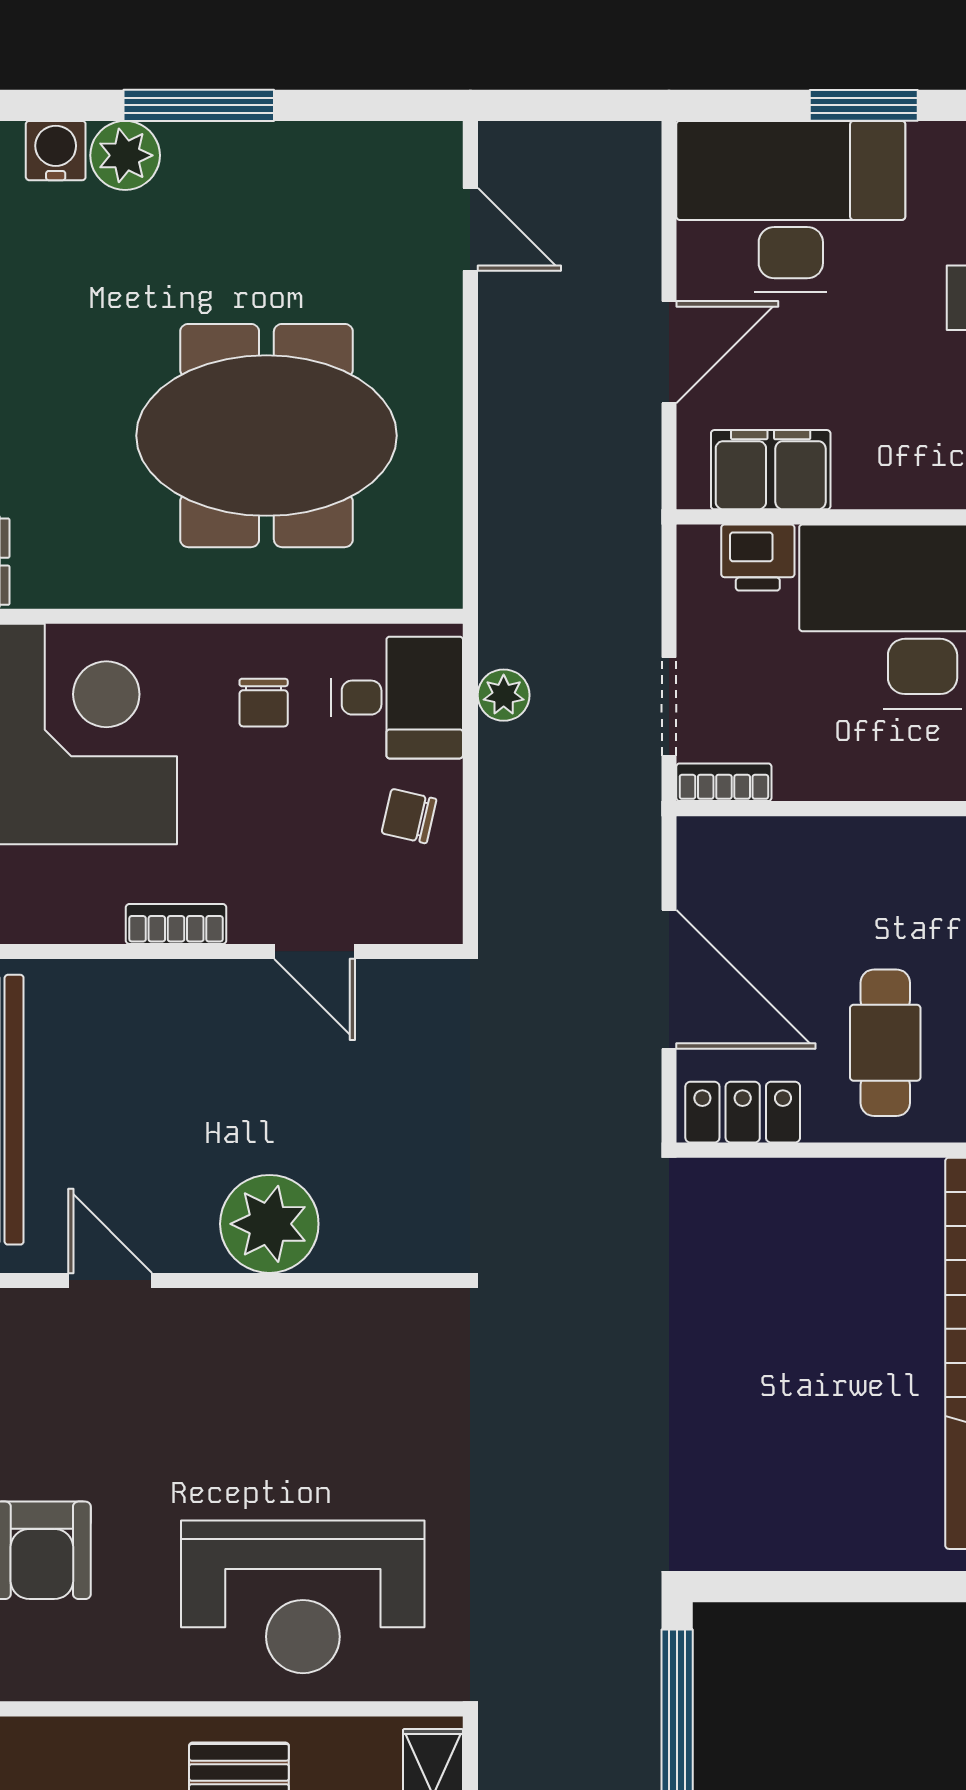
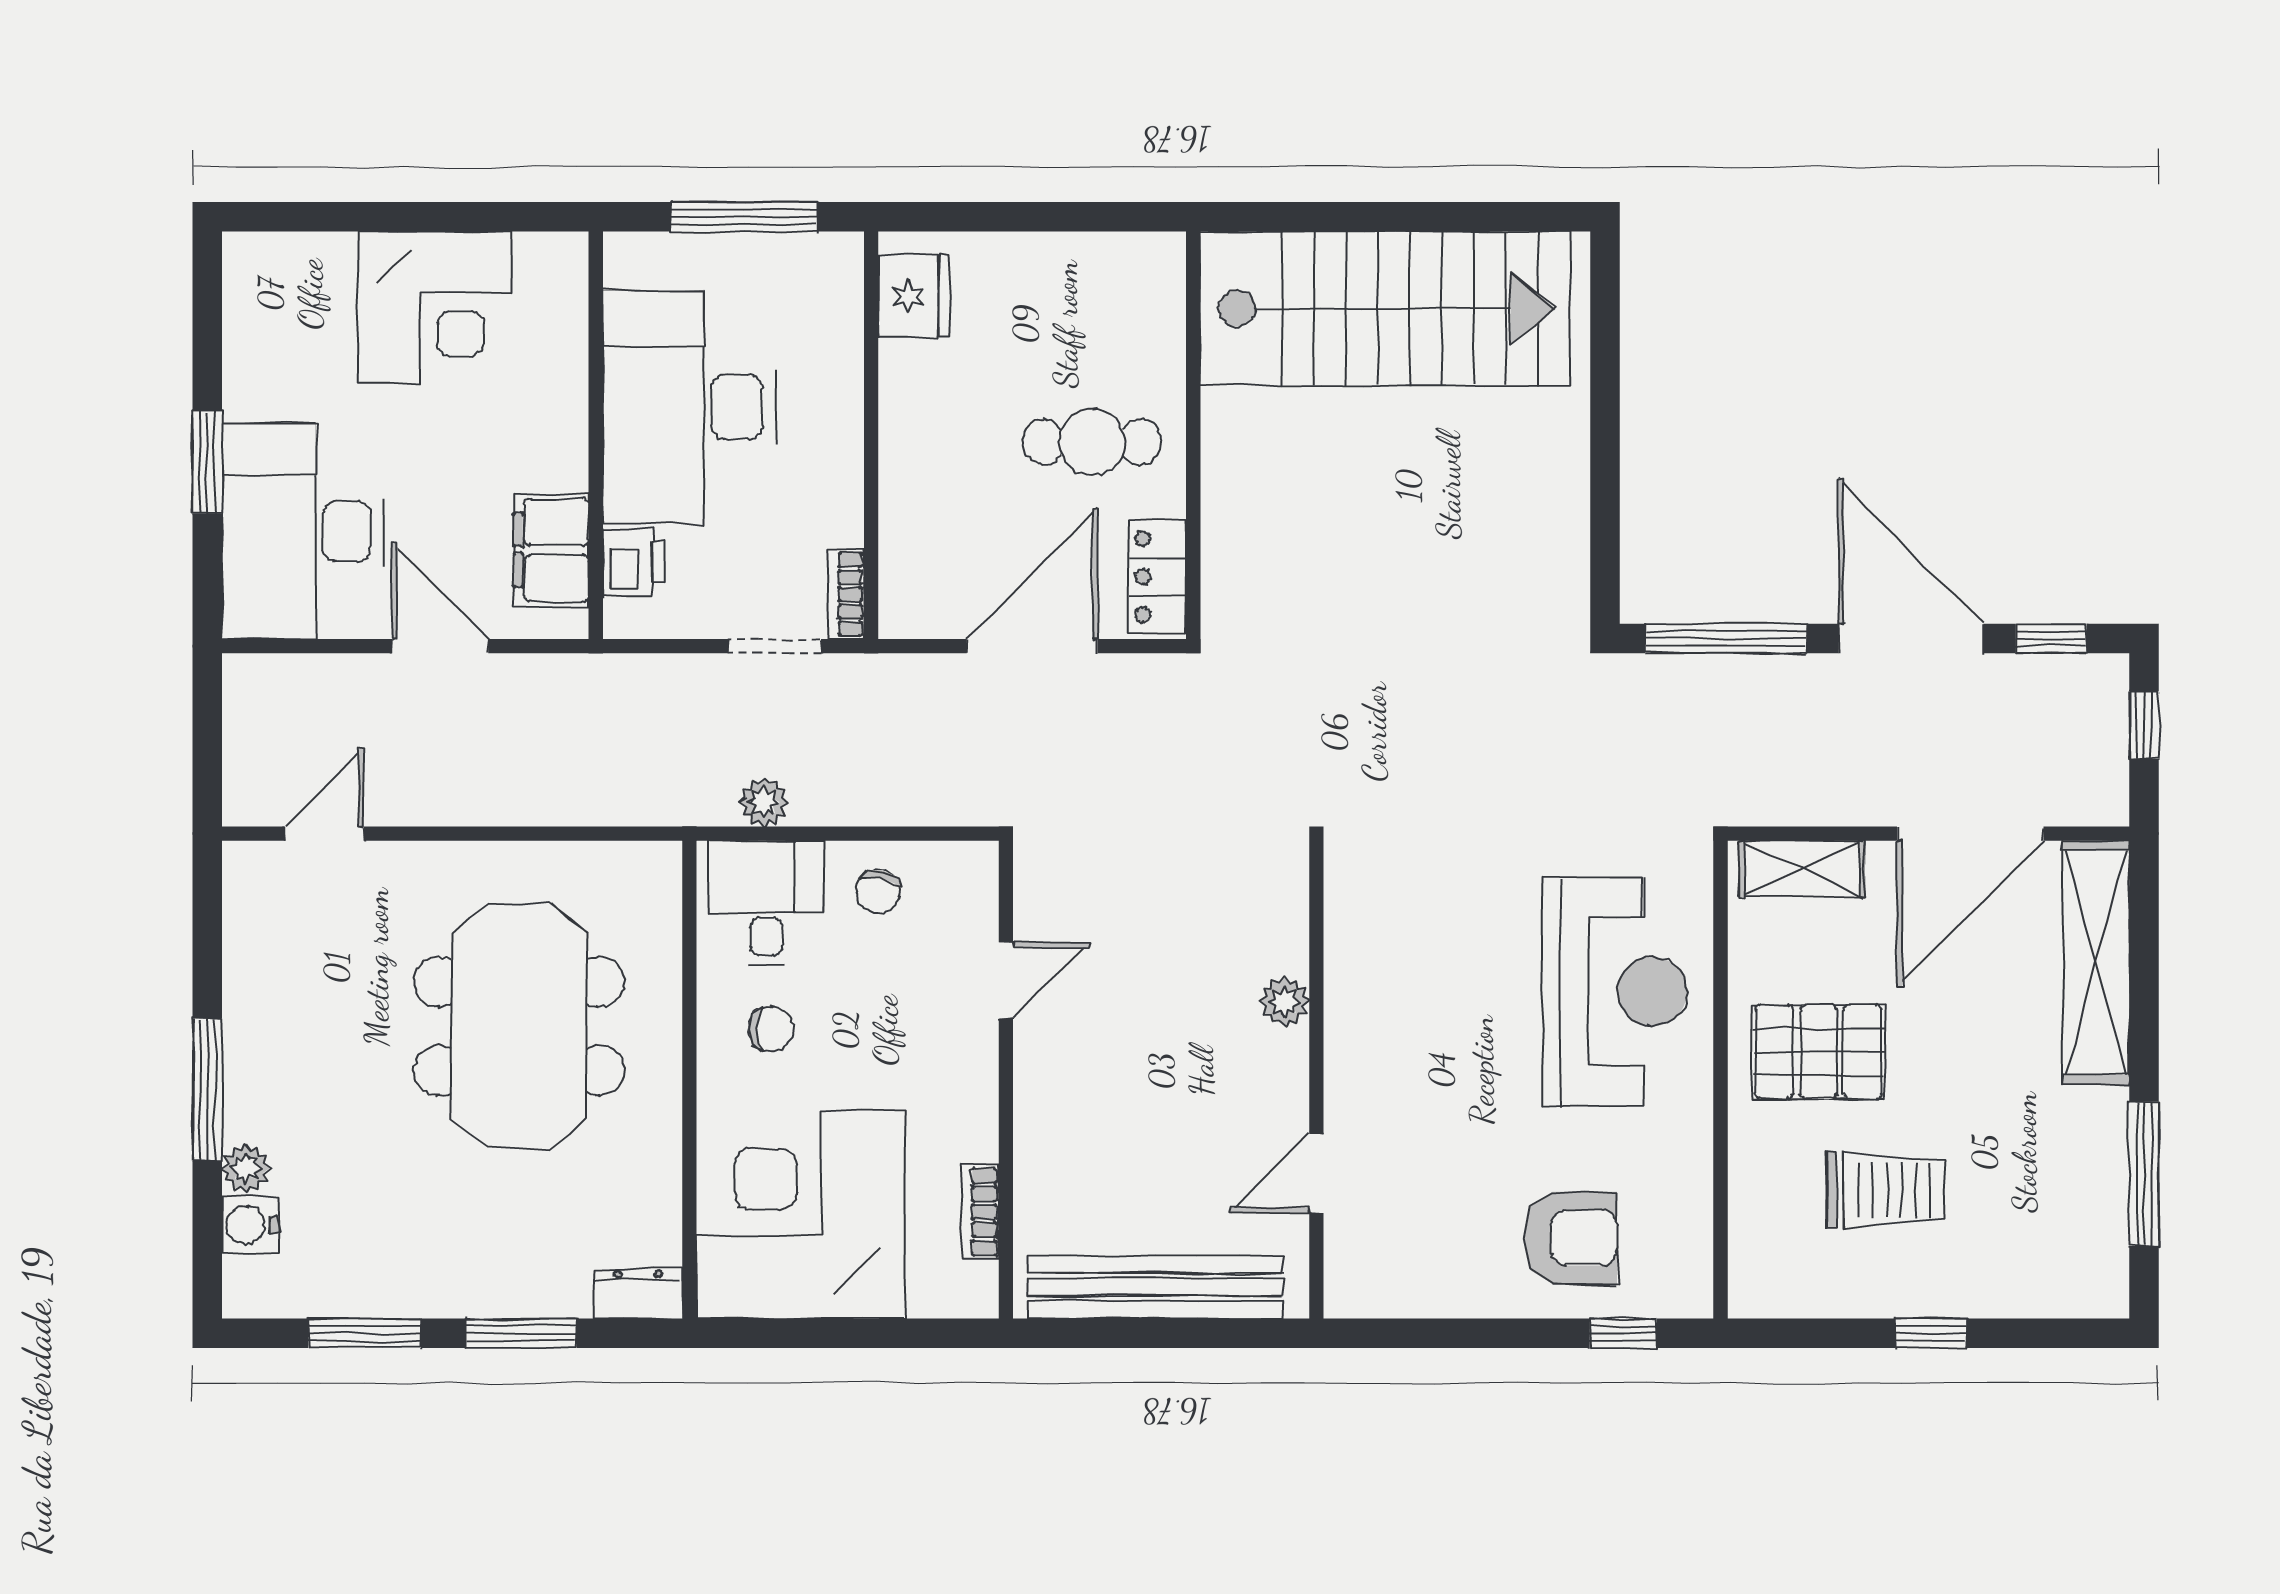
plant: (125, 155) -> (246, 1168), width x0.73, depth x0.73
bookcase: (176, 924) -> (980, 1212), moved
plant: (269, 1224) -> (1285, 1002), width x0.53, depth x0.53

